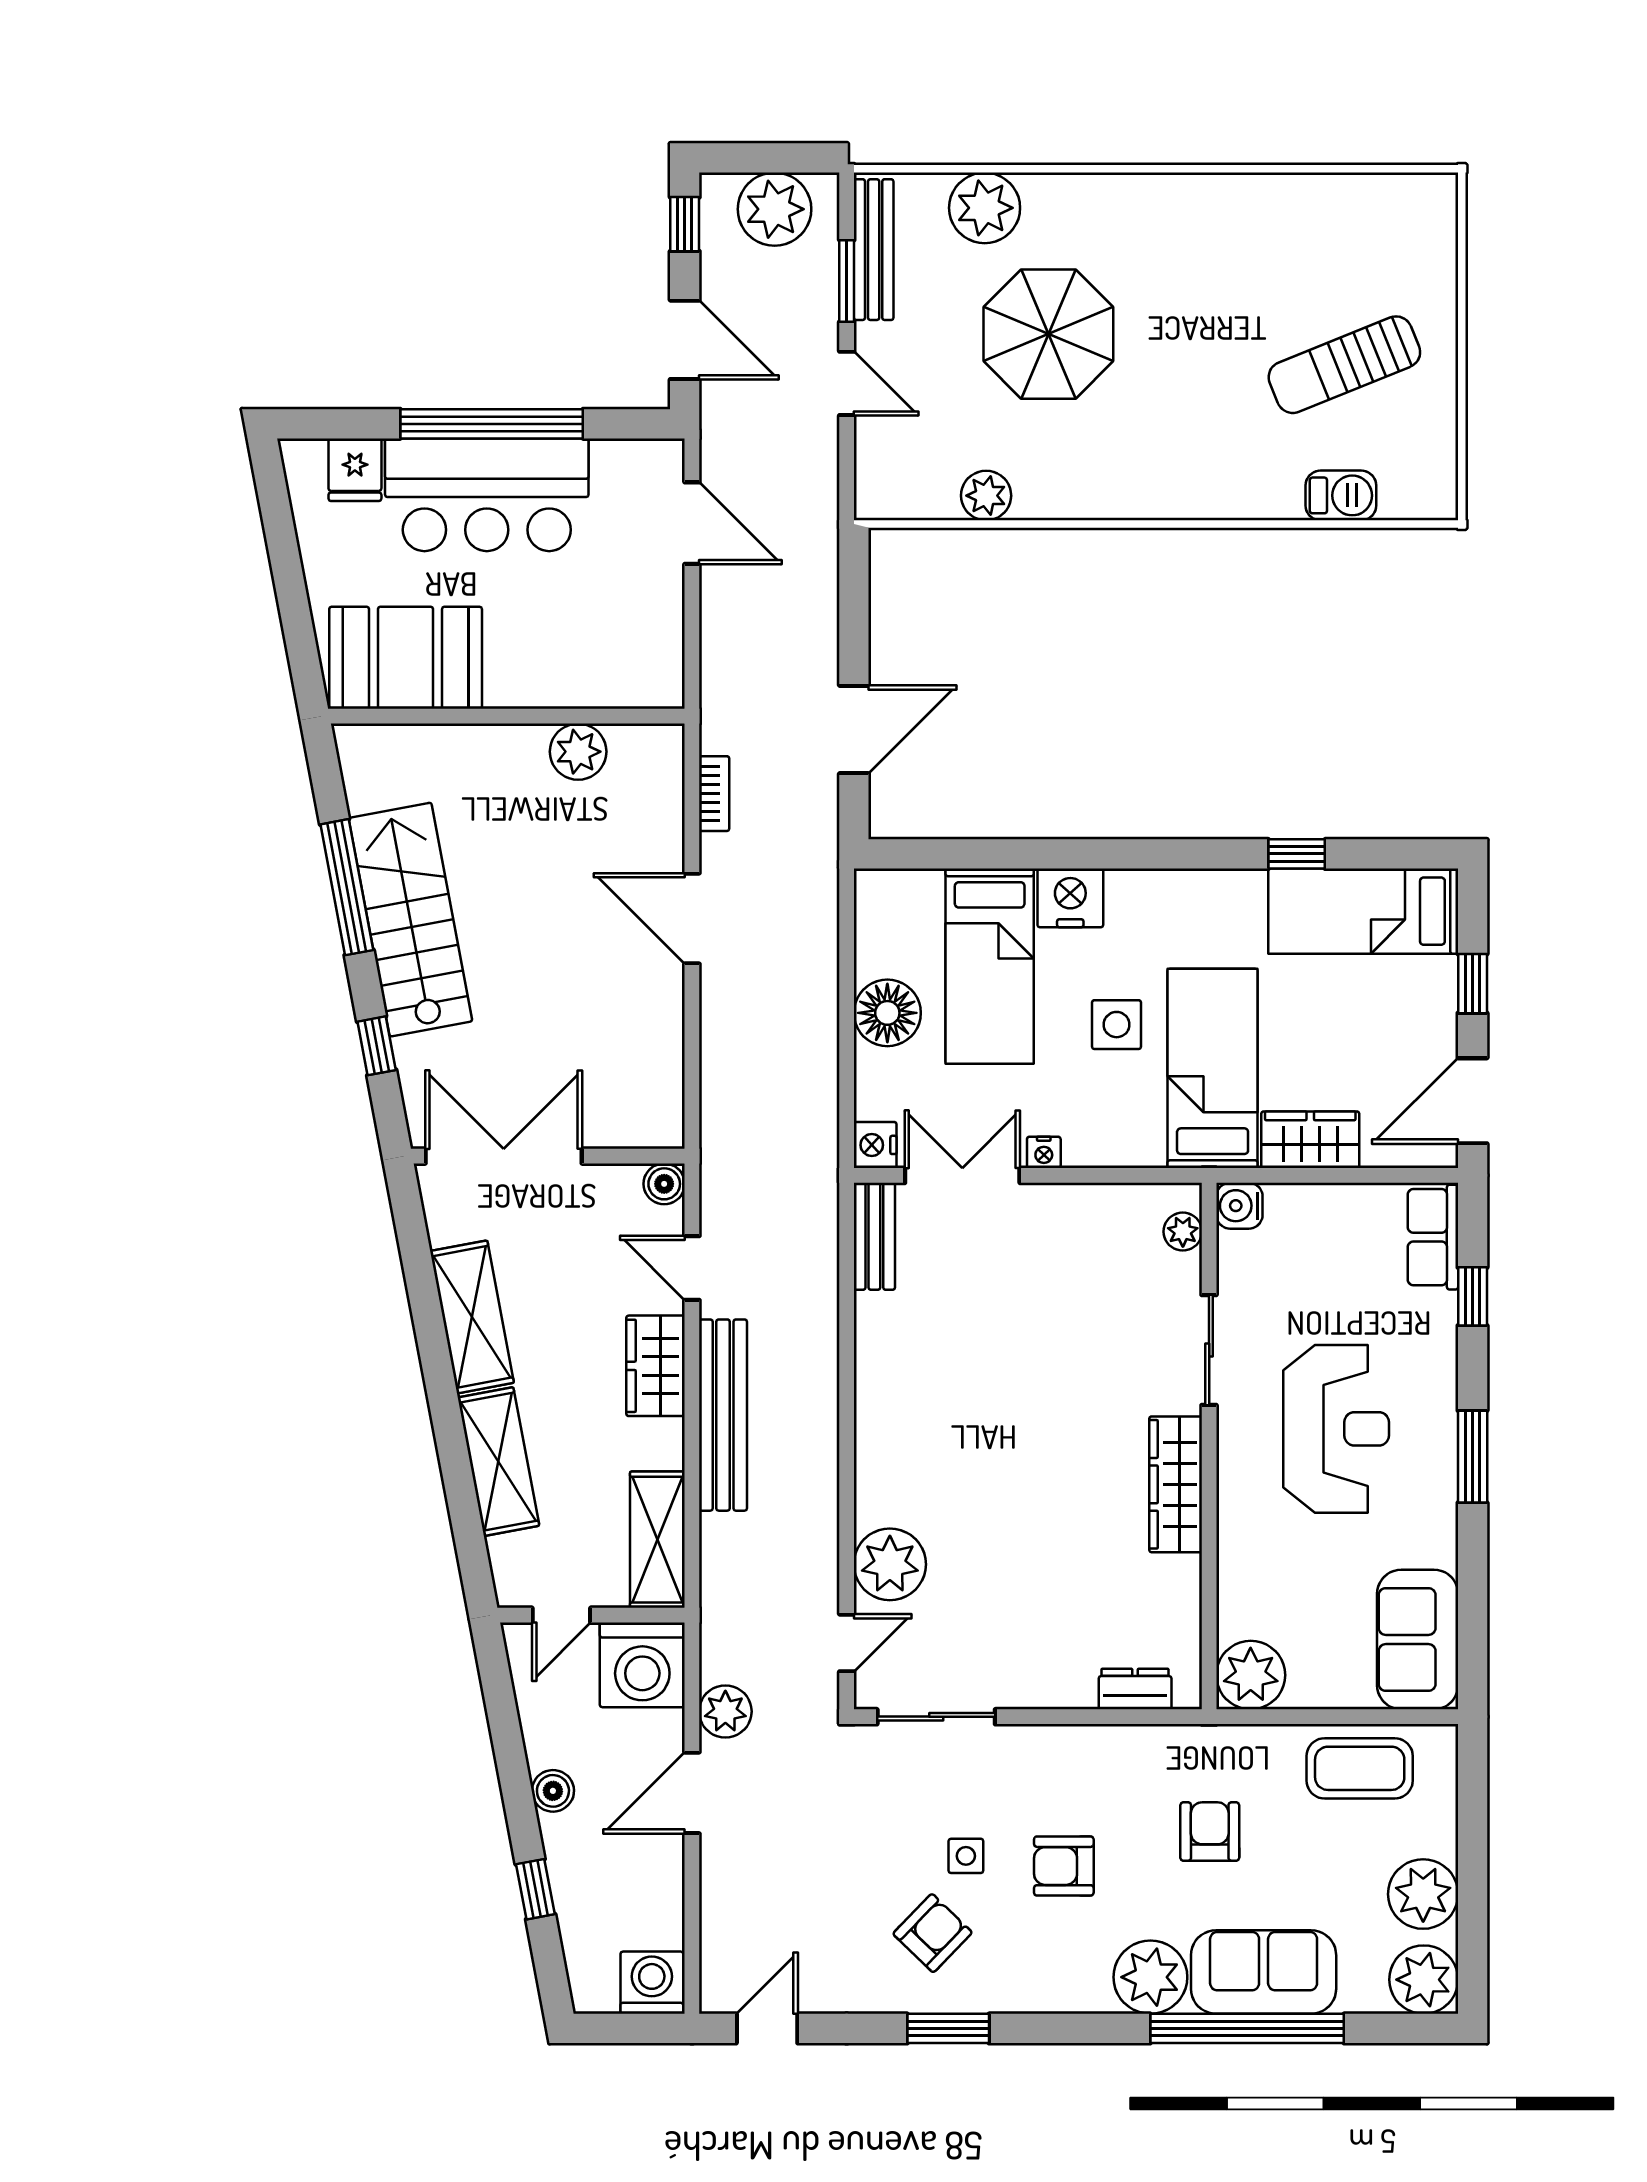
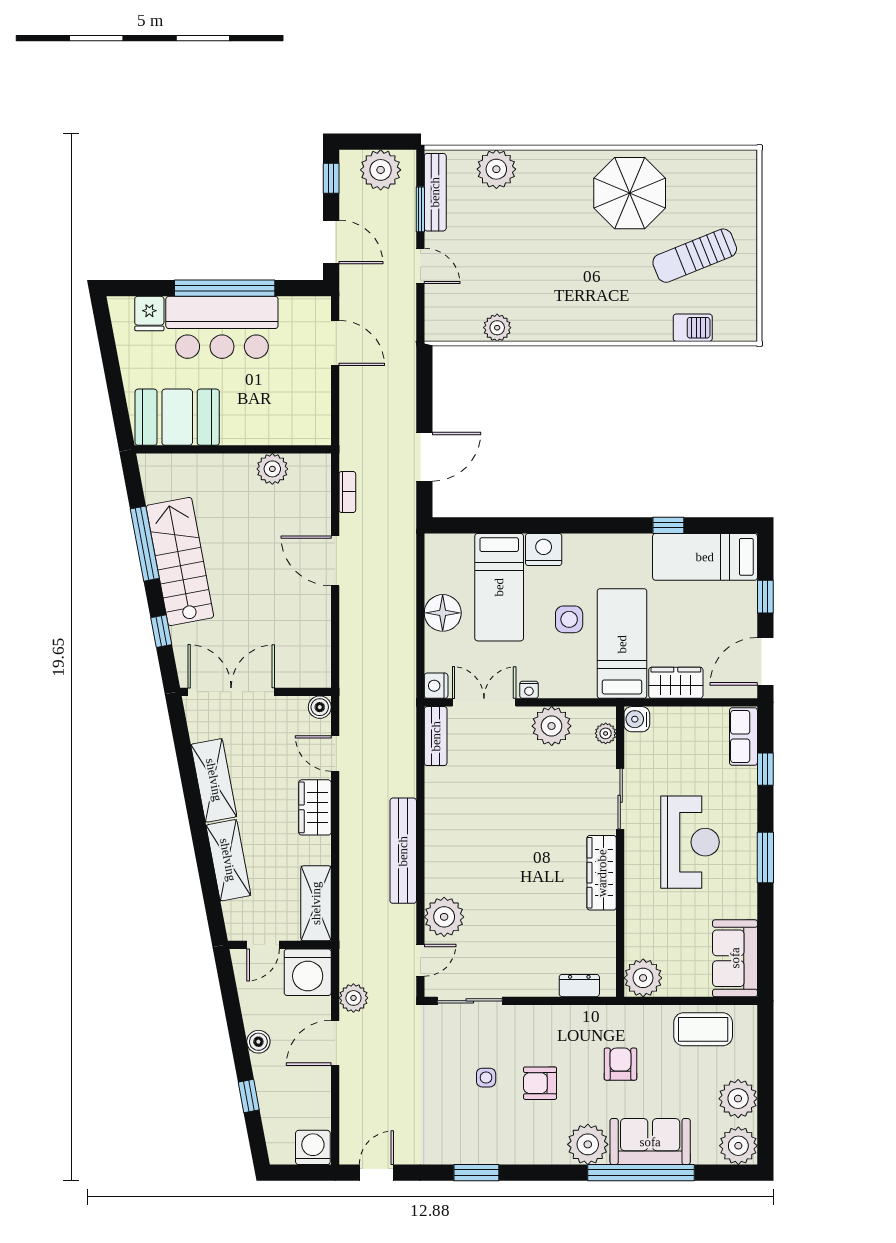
parasol: (1048, 334) -> (630, 193), moved
plant: (1085, 1218) -> (552, 726), added
bench: (723, 1415) -> (403, 851), moved
armchair: (933, 1933) -> (468, 1120), removed

